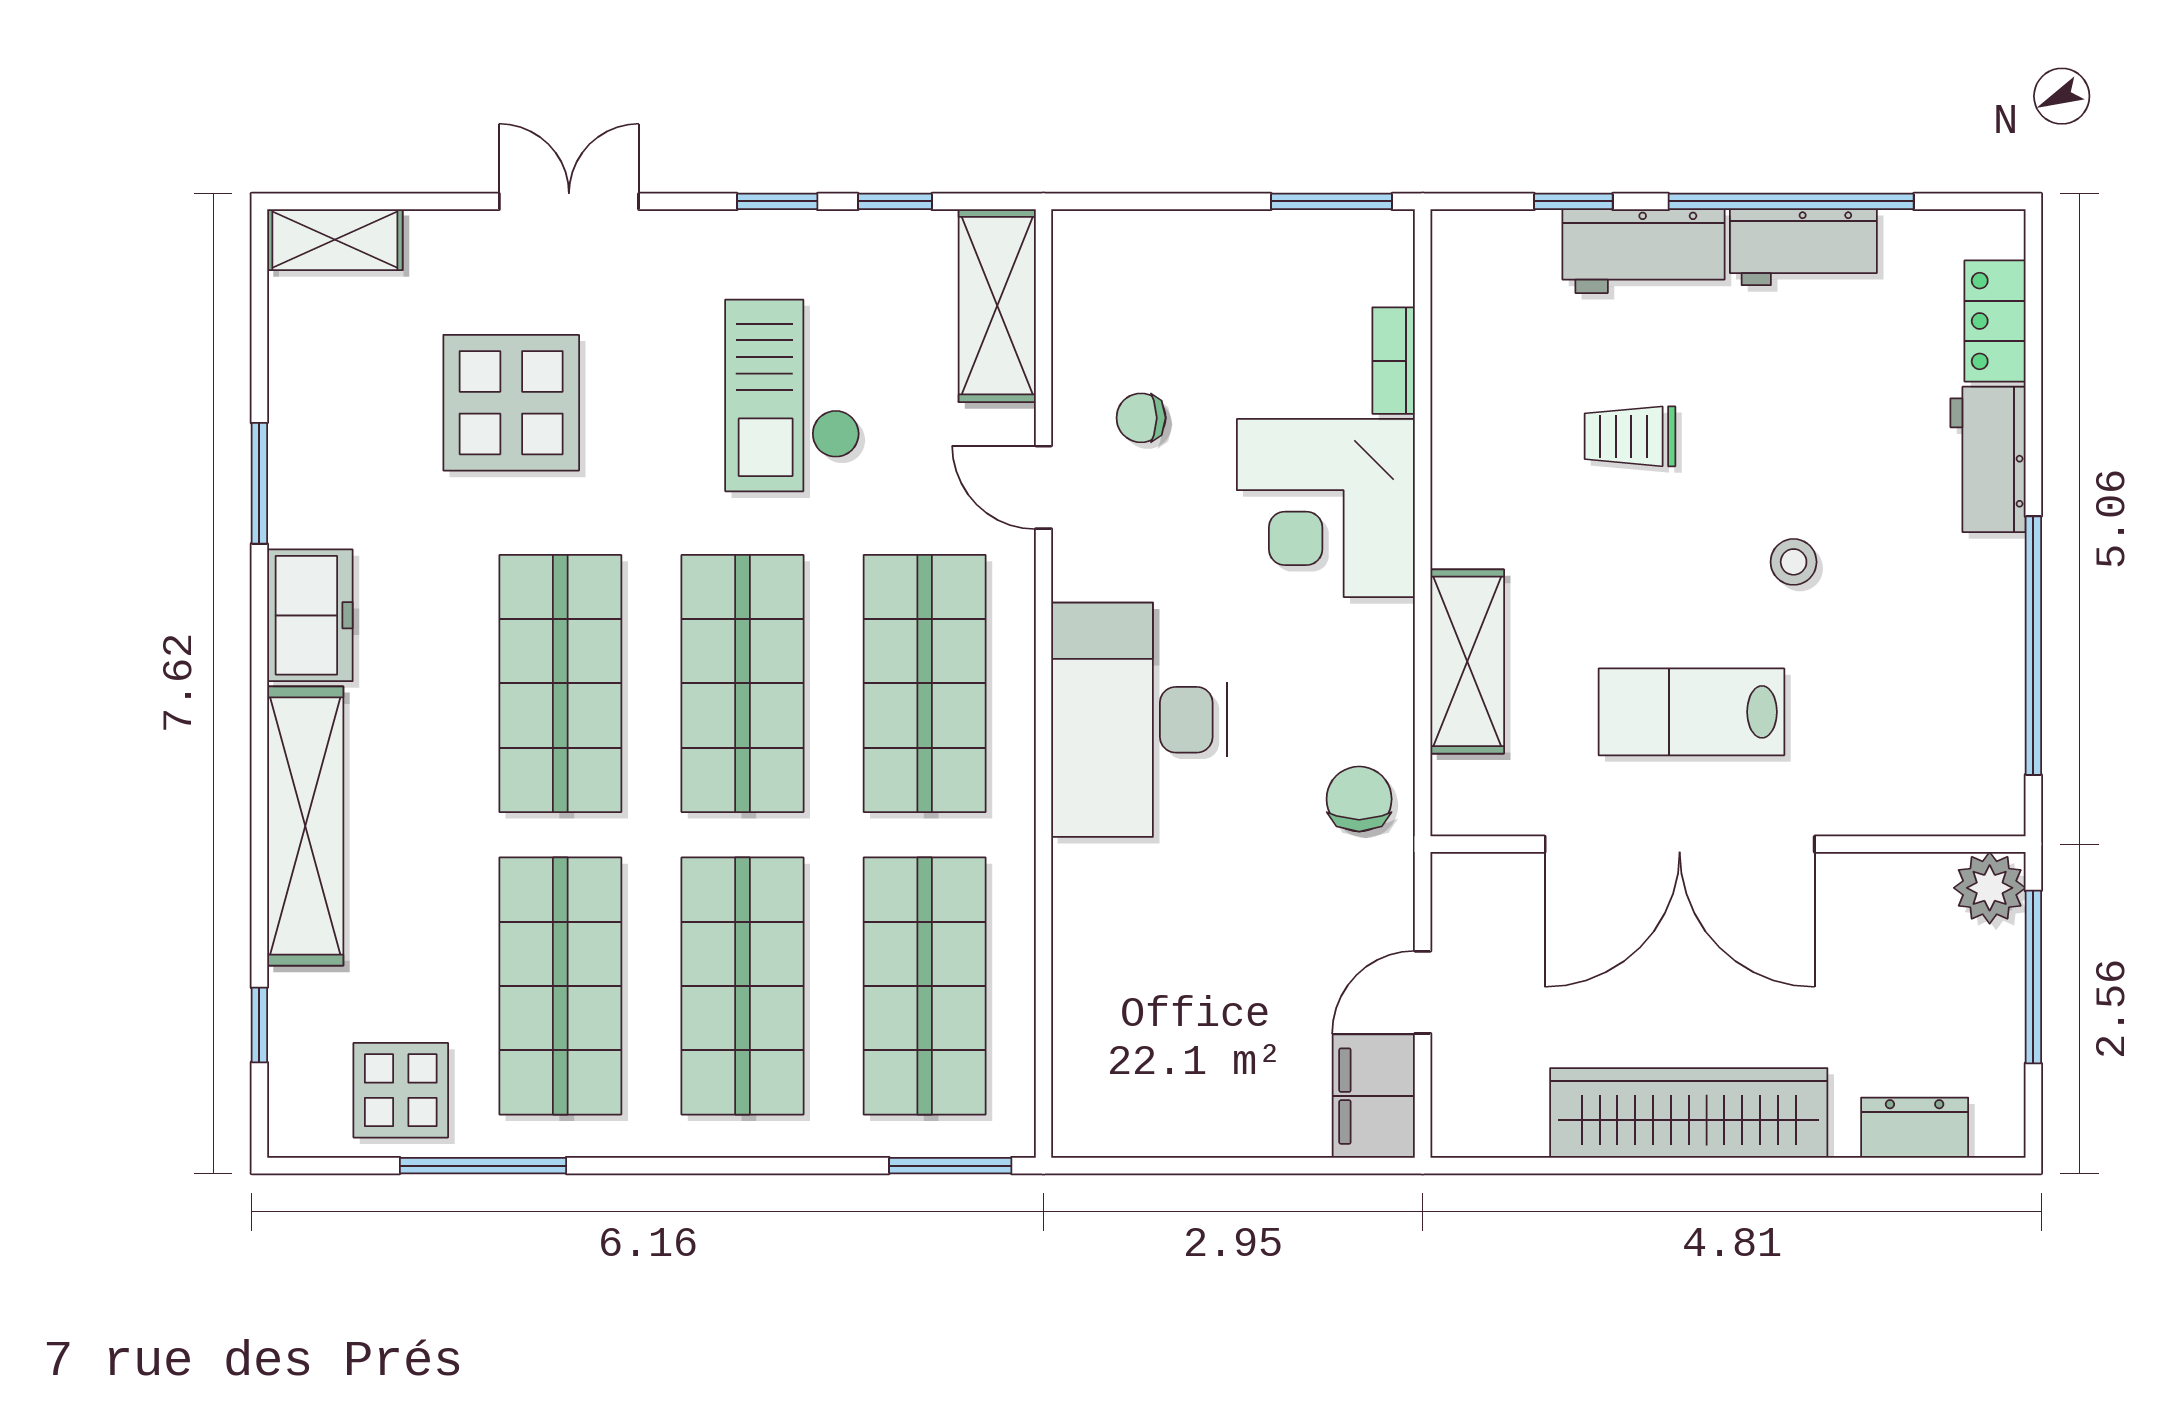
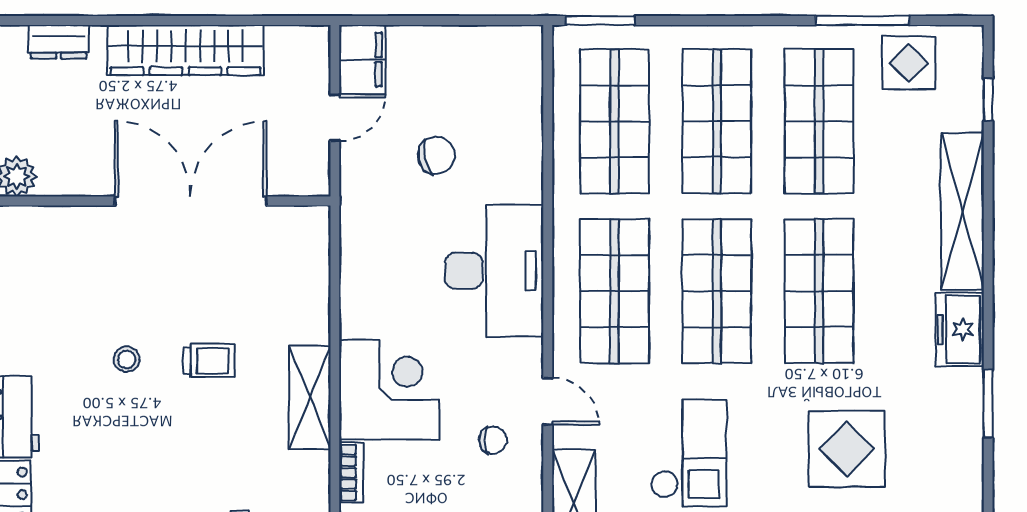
trolley: (1630, 436) -> (209, 361), moved
shelving: (1467, 661) -> (310, 397), moved
lab bench: (1691, 712) -> (184, 275), removed
chair: (1359, 799) -> (436, 155), moved, turned -103

